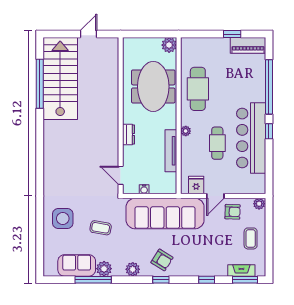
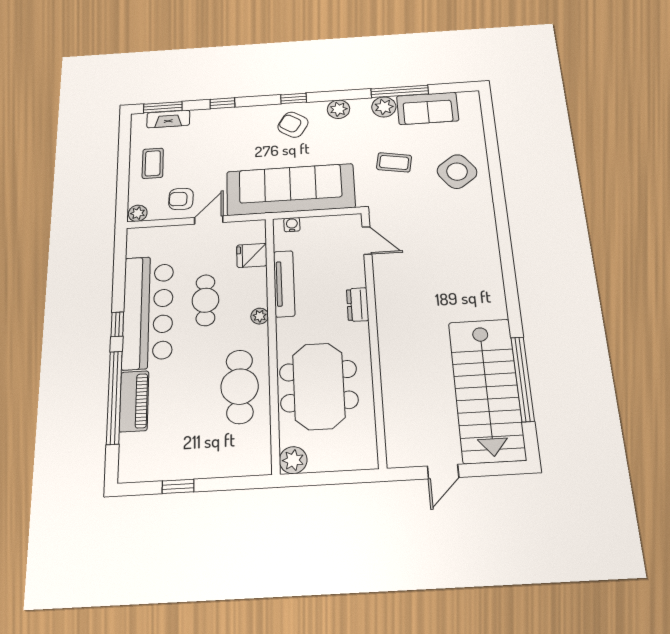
piano: (248, 45) -> (134, 401), moved, turned 90
fridge: (196, 185) -> (252, 255), moved, turned 90
water cooler: (144, 189) -> (292, 225), moved
side table: (63, 218) -> (457, 172), turned -36

